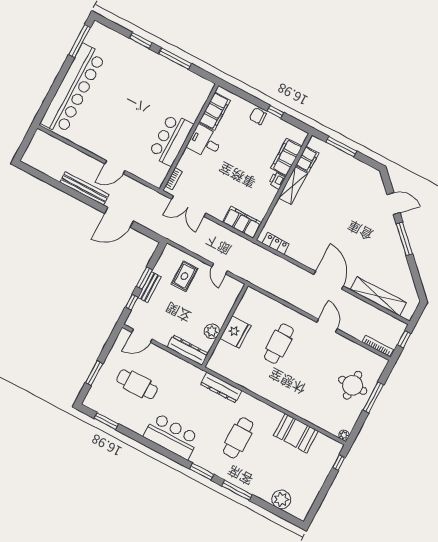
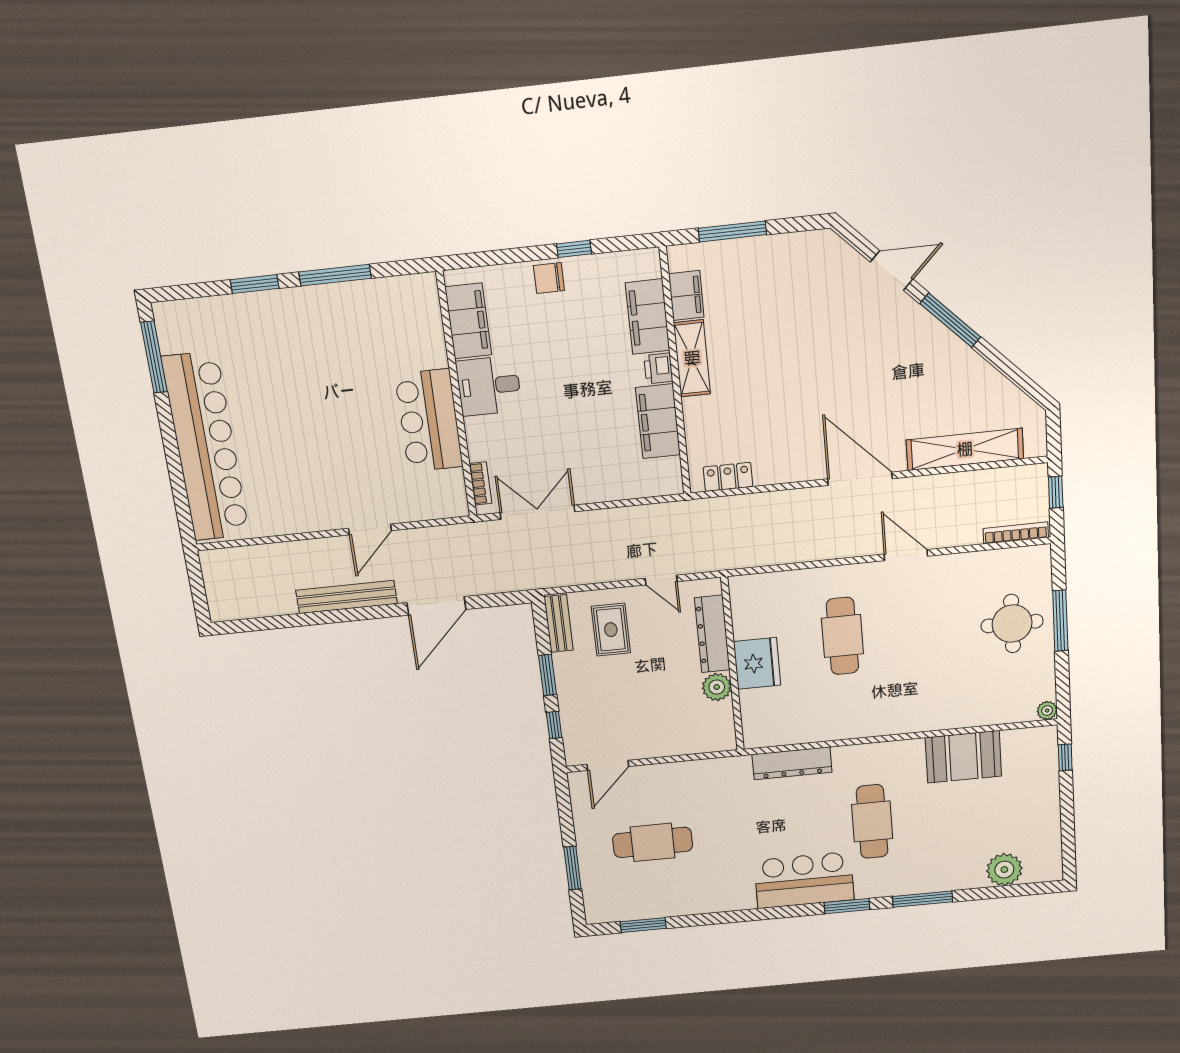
double door: (188, 206) -> (537, 512), swing flipped
filing cabinet: (242, 222) -> (658, 421), moved, turned -90
bench: (150, 287) -> (559, 623), moved
dresser: (188, 350) -> (712, 634), moved, turned -90
bar counter: (172, 436) -> (804, 880), moved

